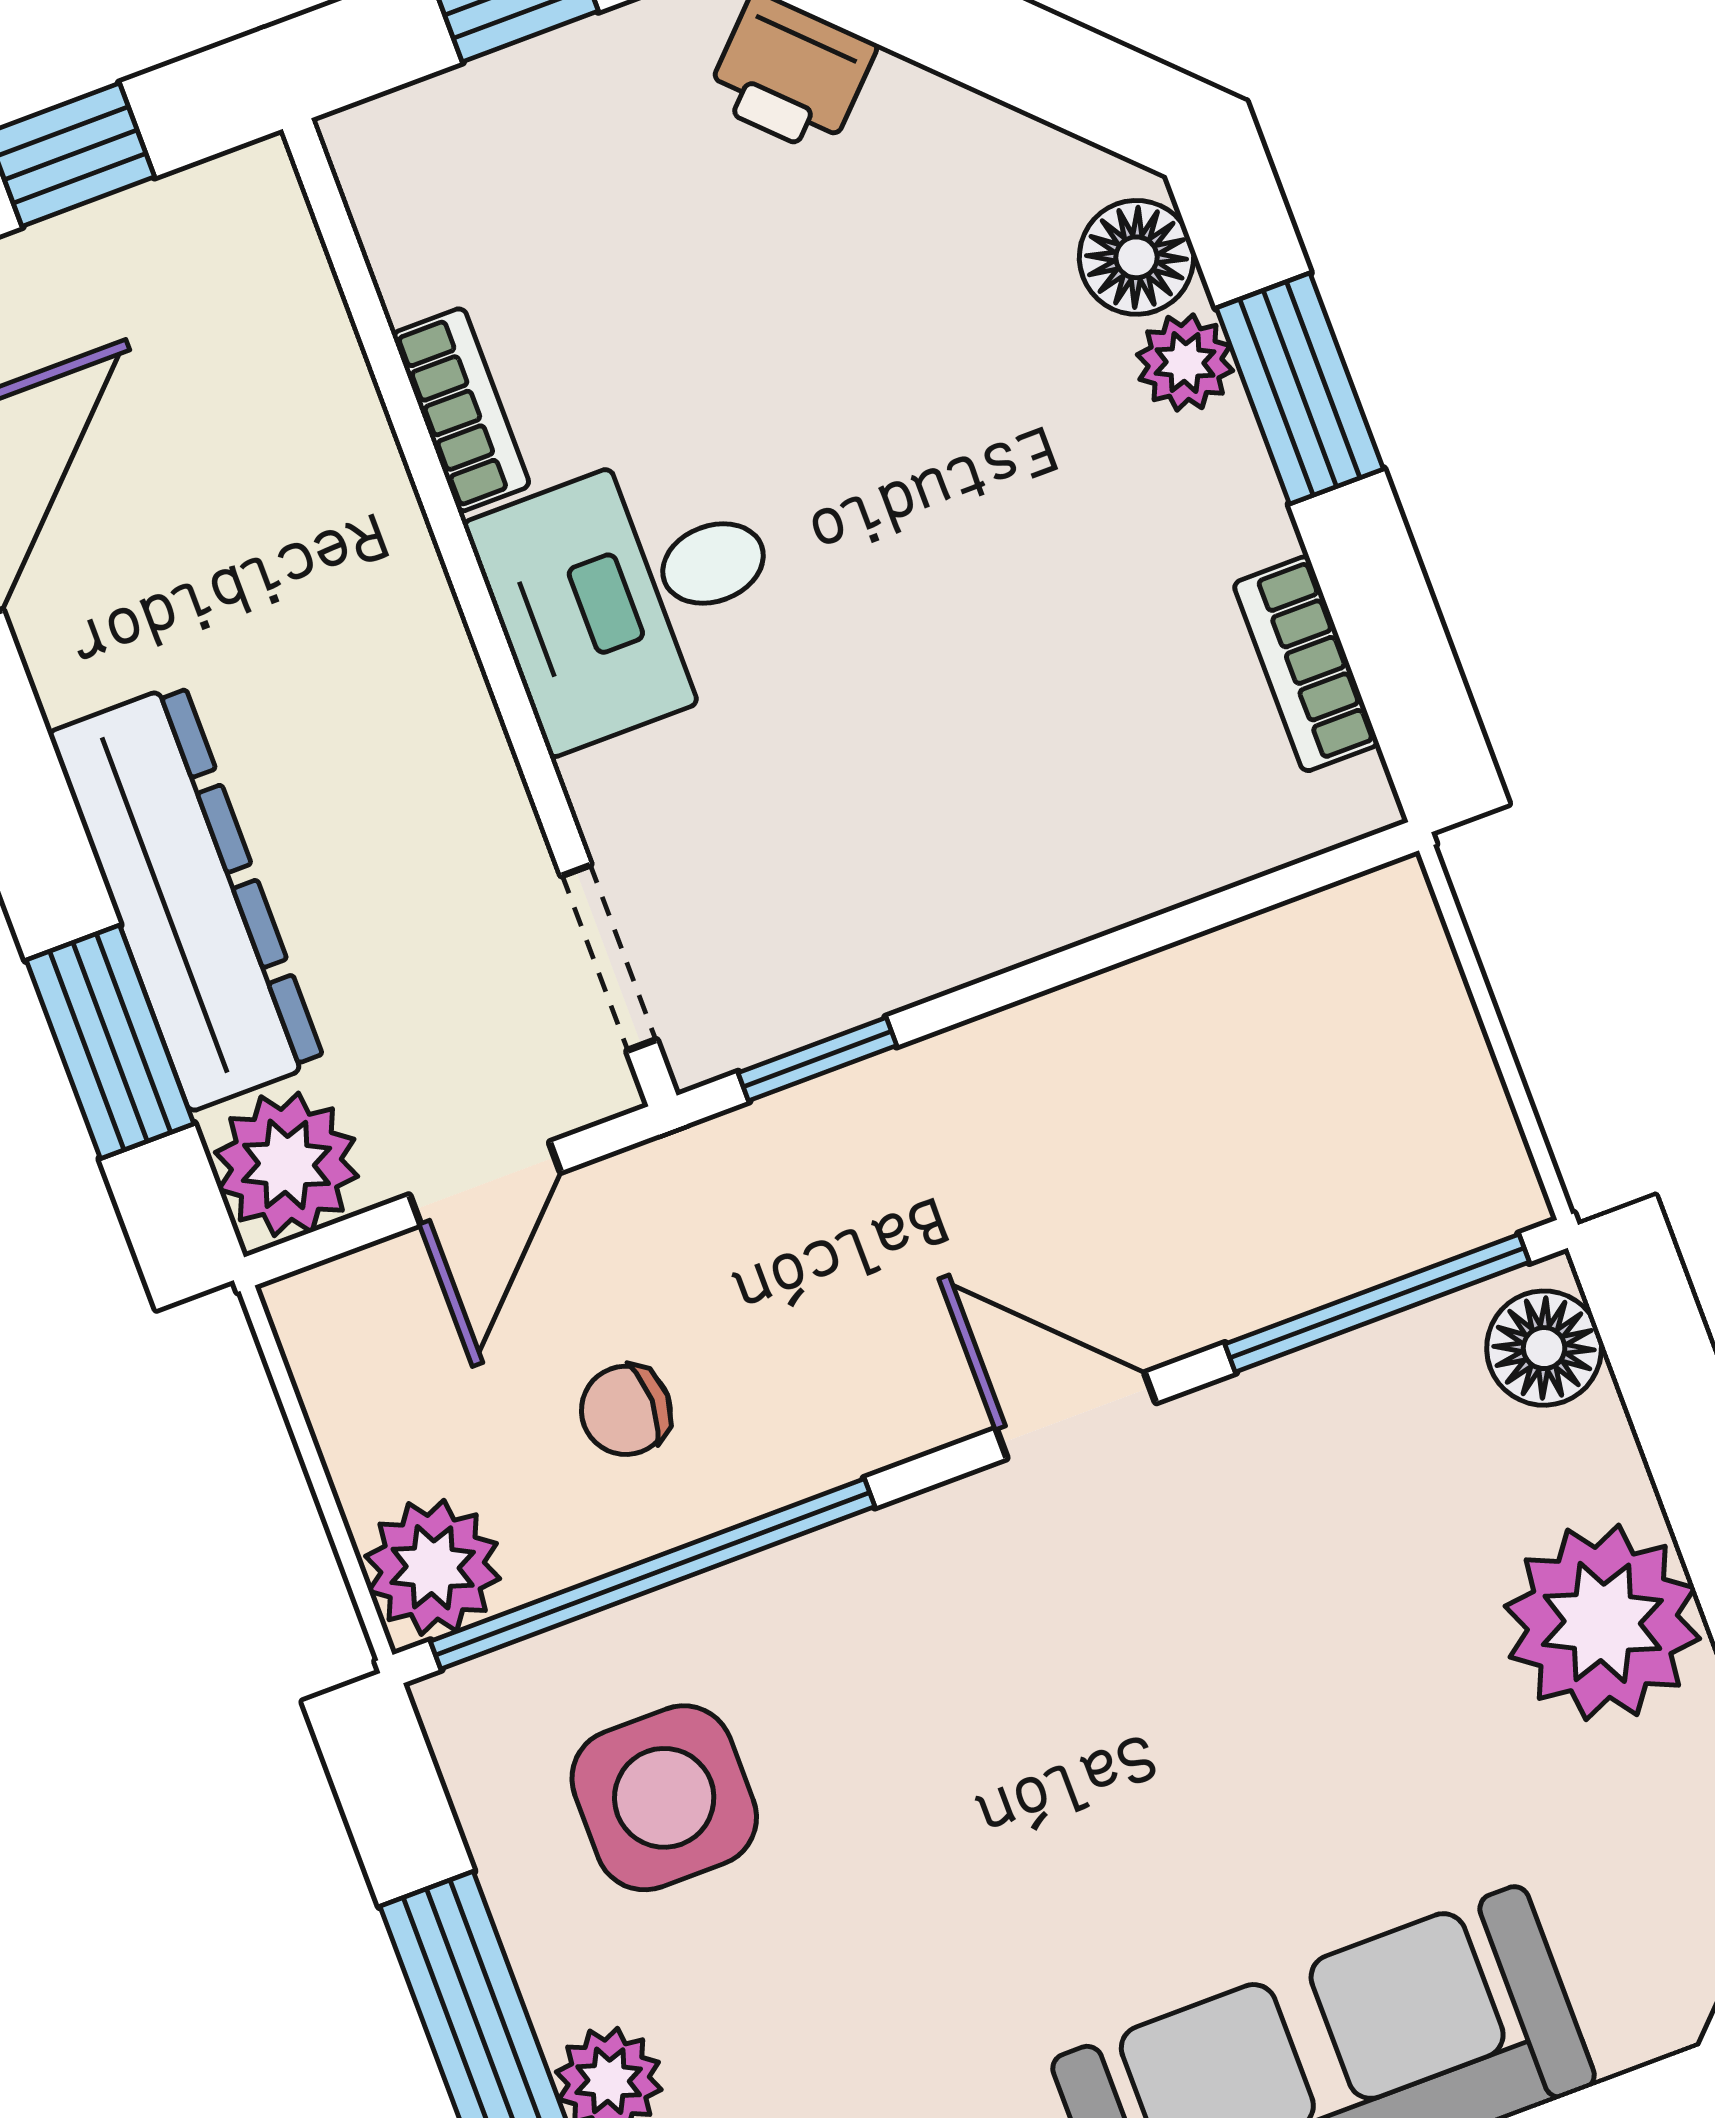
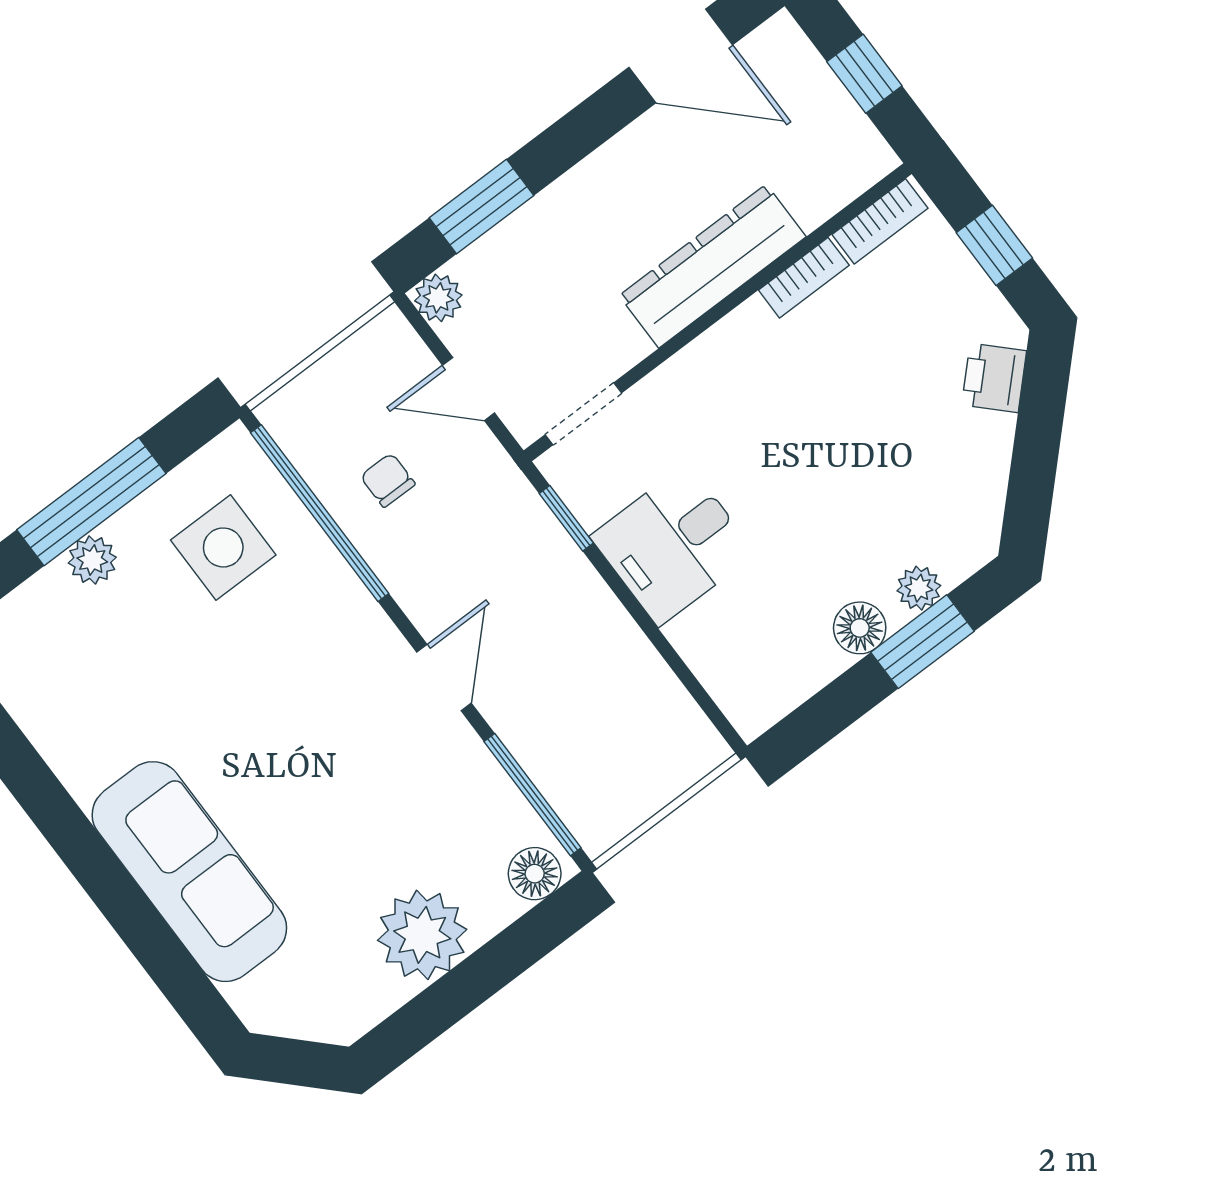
floor lamp: (1136, 257) -> (860, 628), moved
desk: (634, 593) -> (673, 545), moved, turned -90
bookcase: (1306, 664) -> (880, 221), moved, turned 180
dresser: (186, 897) -> (713, 266), moved, turned 180
plant: (286, 1164) -> (438, 298), width x0.73, depth x0.73
plant: (433, 1567) -> (294, 416), removed

